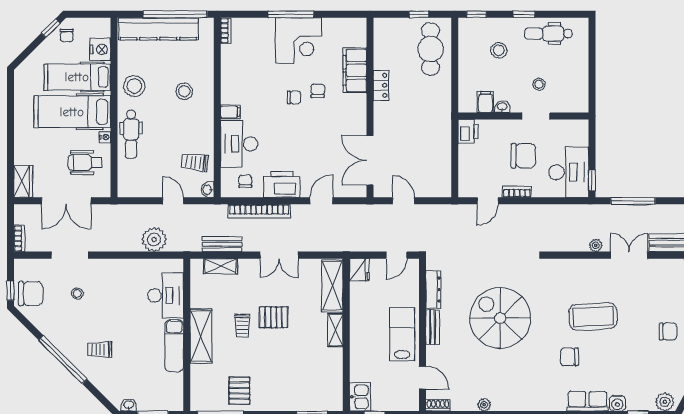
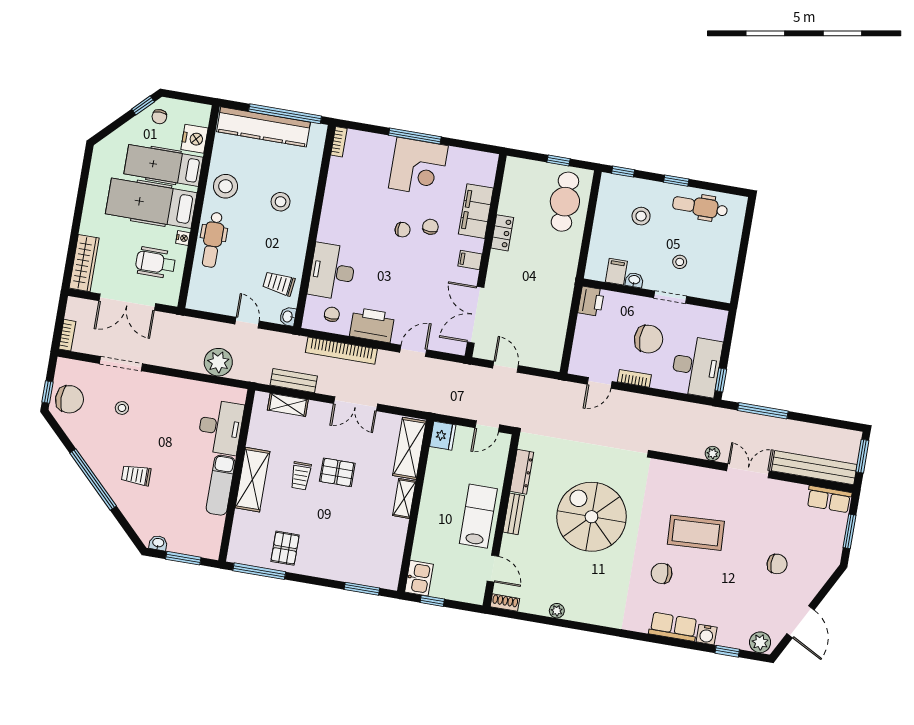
filing cabinet: (230, 112) -> (470, 260), moved, turned 180
wardrobe: (23, 181) -> (84, 263), width x1.50

